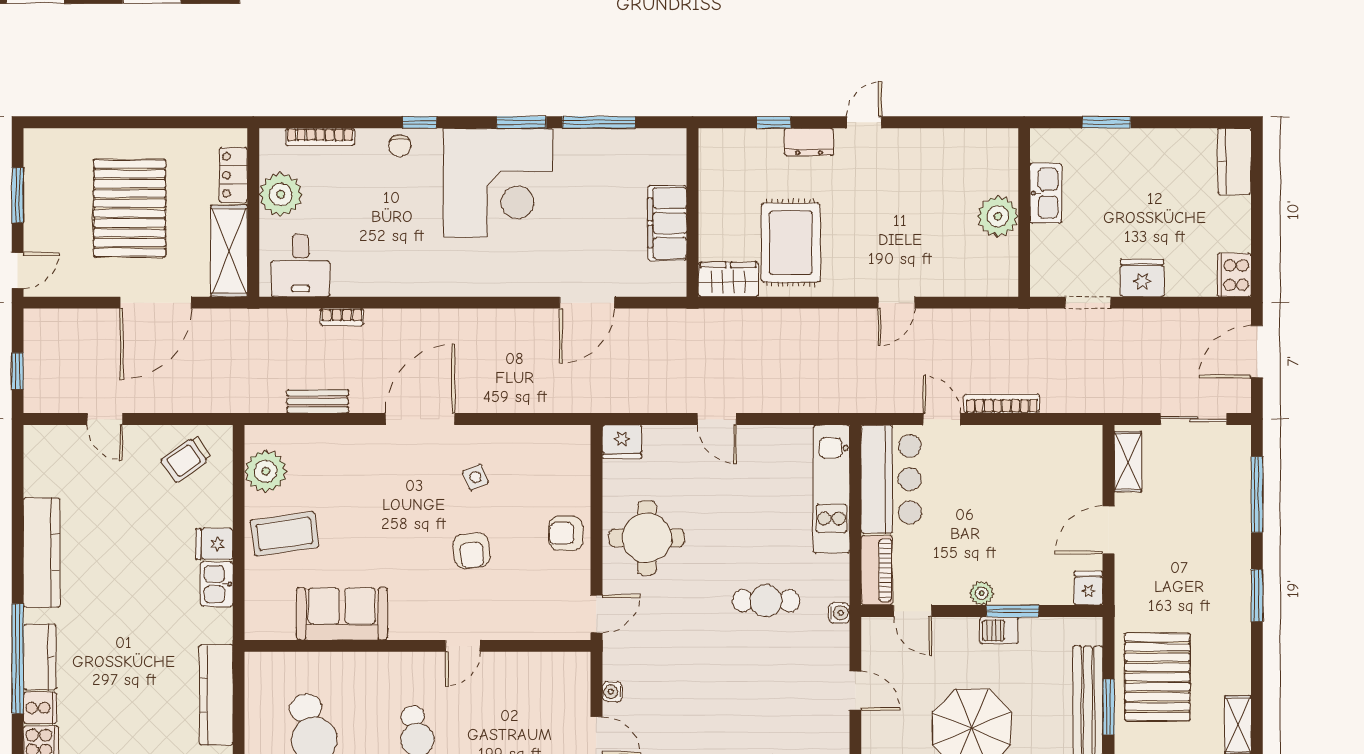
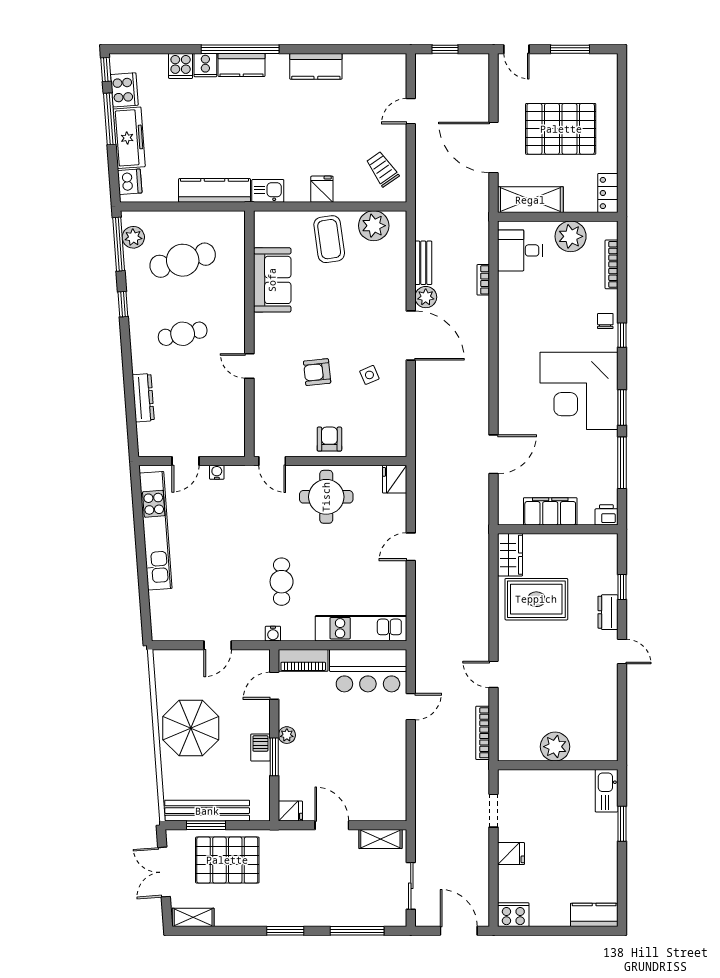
printer: (672, 144) -> (606, 515), added
chair: (400, 146) -> (605, 321), turned 90
locker: (233, 175) -> (608, 193), moved, turned -90
kitchen sink: (1046, 193) -> (607, 791), moved, turned 90
fridge: (1142, 278) -> (511, 854), width x0.72
door: (587, 303) -> (494, 454), swing flipped
plant: (366, 398) -> (426, 297), added
bookcase: (1002, 404) -> (483, 733), moved, turned 180
kitchen counter: (42, 552) -> (316, 66), width x0.67
kitchen sink: (217, 584) -> (268, 191), moved

